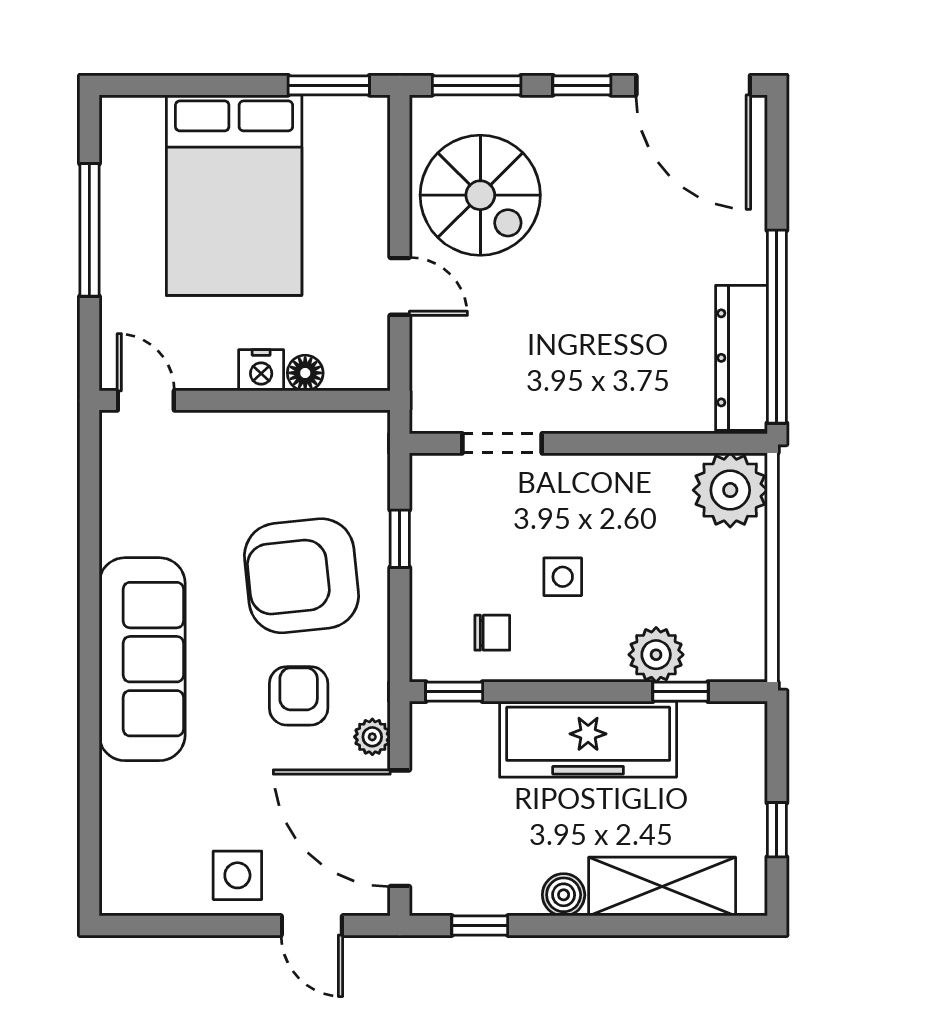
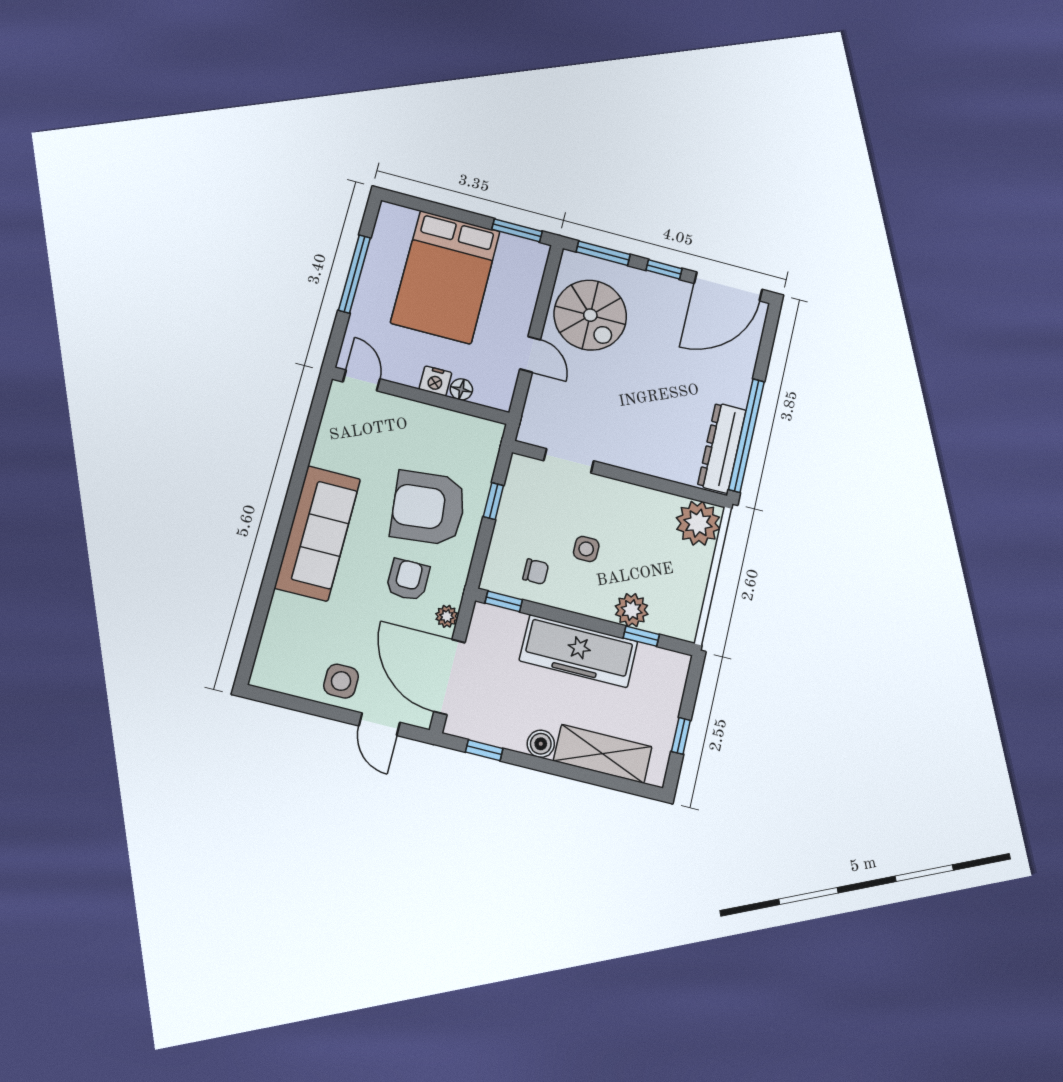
door: (693, 85) -> (728, 286), hinge flipped

